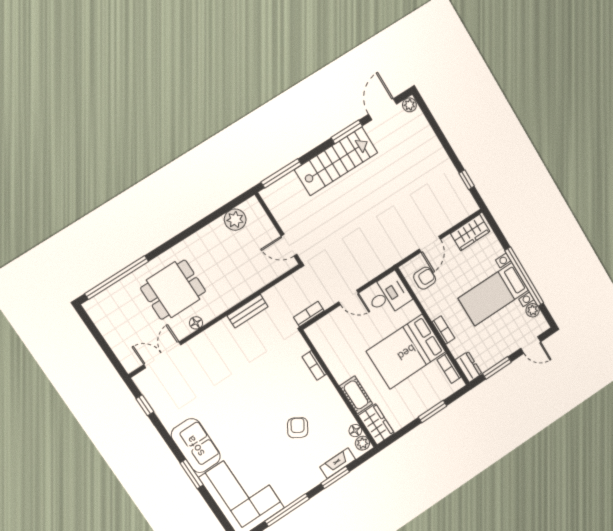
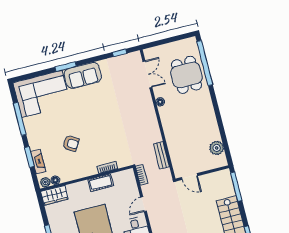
door: (289, 245) -> (190, 177), swing flipped
dining table: (173, 290) -> (186, 75), moved
bench: (248, 311) -> (161, 155), moved
cot: (356, 395) -> (101, 183), moved

